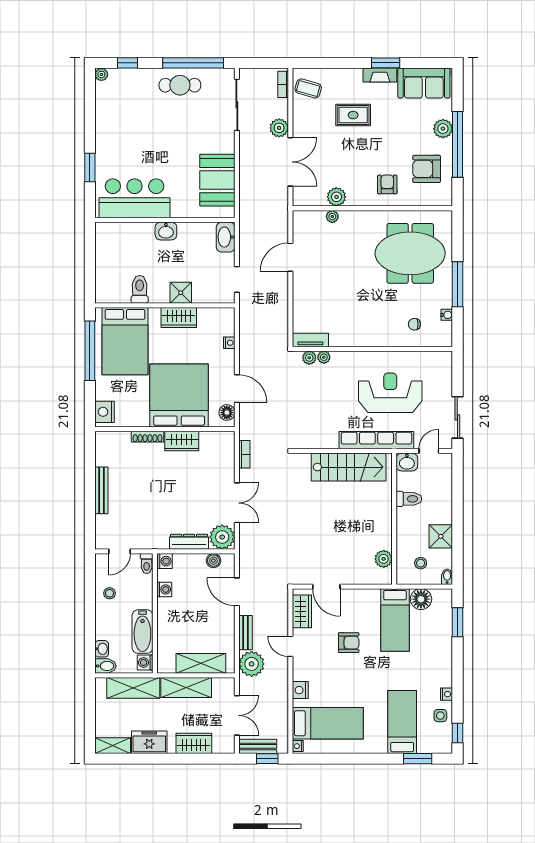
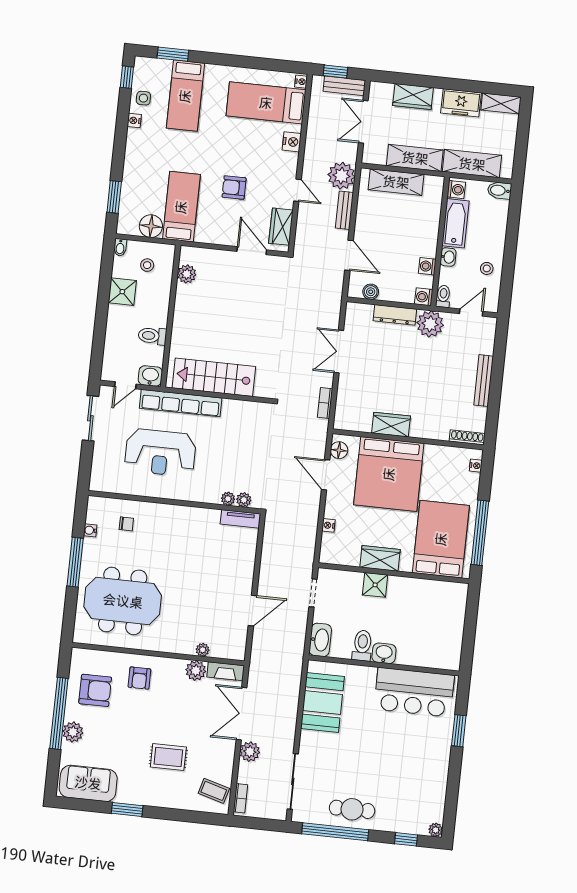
fireplace: (380, 75) -> (226, 671), moved, turned 180
toilet: (140, 289) -> (362, 646), moved, turned 180
nightstand: (105, 412) -> (476, 466), width x0.53, depth x0.56
shoe rack: (148, 437) -> (467, 437), moved
plant: (222, 537) -> (430, 324), moved
washbasin: (102, 649) -> (448, 257), moved, turned 180

